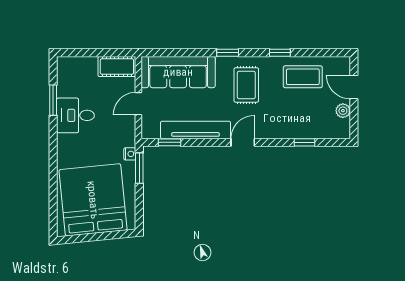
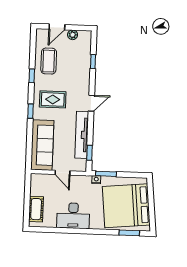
cot: (117, 66) -> (36, 209), moved
window: (53, 100) -> (129, 233), moved
desk: (75, 115) -> (73, 216), width x1.37
door: (243, 142) -> (91, 103), swing flipped

